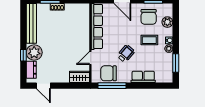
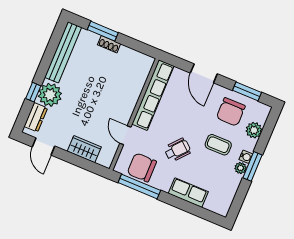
door: (90, 58) -> (125, 135), hinge flipped
window: (176, 63) -> (253, 166), moved
wardrobe: (80, 77) -> (84, 149), moved

